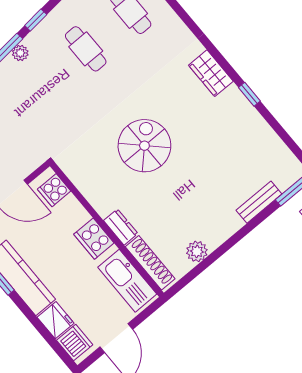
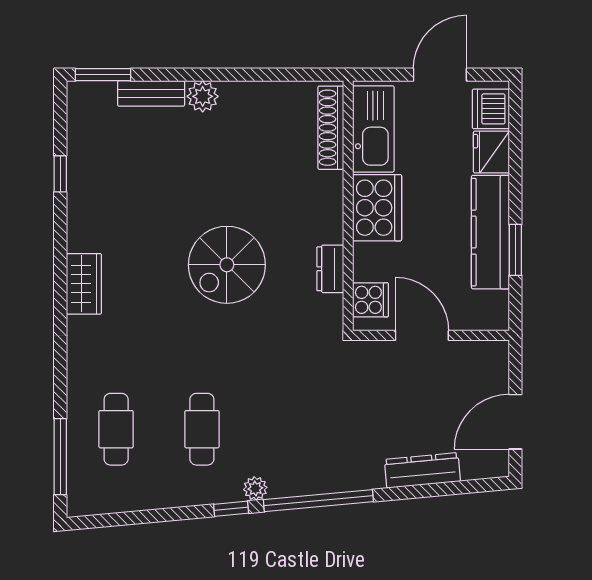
plant: (20, 53) -> (255, 488), moved
window: (249, 94) -> (60, 174), moved
dresser: (121, 227) -> (330, 269), moved
cooker: (94, 239) -> (377, 208), width x1.37, depth x1.31
plant: (197, 251) -> (203, 96), moved

